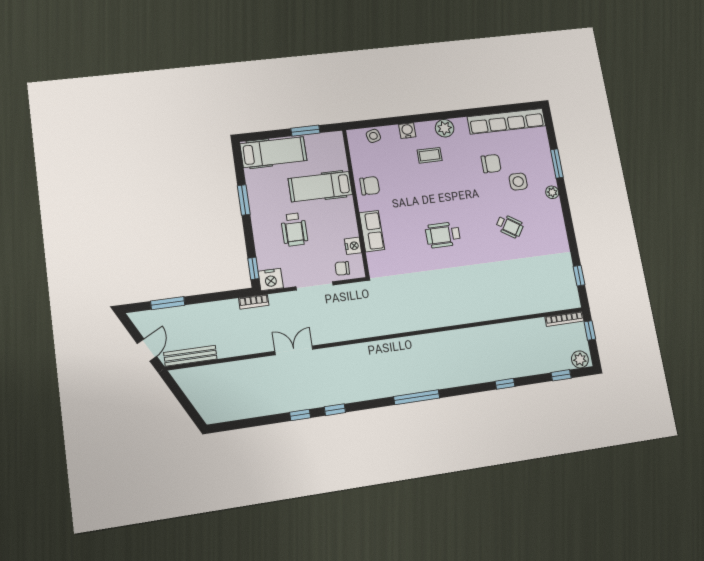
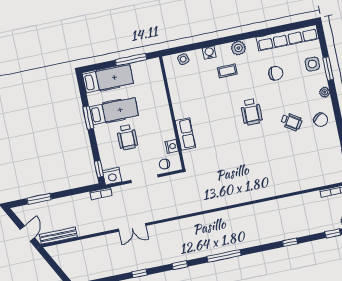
window: (305, 131) -> (131, 60), width x1.44
side table: (518, 182) -> (312, 64), moved
chair: (370, 186) -> (321, 120), moved, turned 54
hospital bed: (320, 187) -> (114, 111), moved, turned 180
wheelchair: (443, 235) -> (251, 112), moved, turned -90
double door: (294, 350) -> (132, 227), swing flipped
window: (335, 410) -> (180, 265), moved

